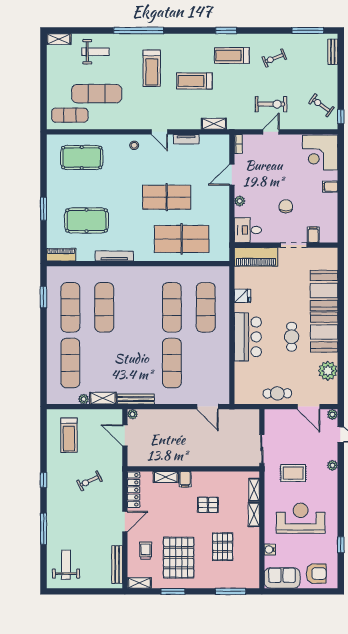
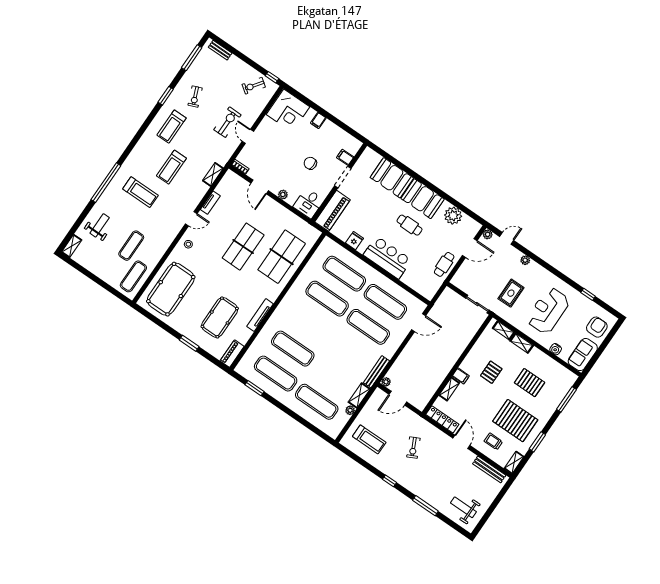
window: (226, 30) -> (166, 96), moved
exercise mat: (97, 94) -> (131, 246), width x0.73, depth x0.69
pool table: (82, 158) -> (171, 289), width x1.36, depth x1.32
exercise mat: (206, 363) -> (385, 302), added

